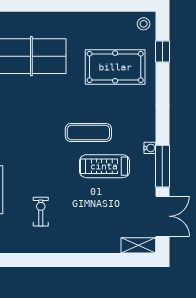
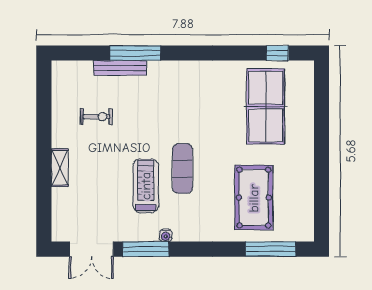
stool: (144, 24) -> (301, 229), removed
window: (162, 51) -> (271, 249), width x2.17
shelving: (138, 245) -> (60, 168), moved

